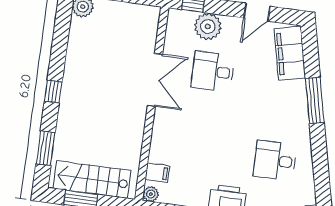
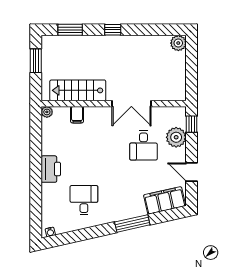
desk: (213, 71) -> (144, 145), turned 180
filing cabinet: (157, 173) -> (77, 115), moved
stairs: (92, 180) -> (78, 90), moved, turned -90

